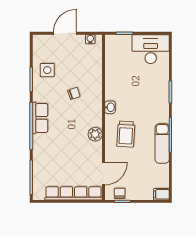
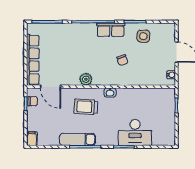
desk: (151, 49) -> (135, 133), moved, turned 90
row of seats: (40, 118) -> (111, 30), moved

